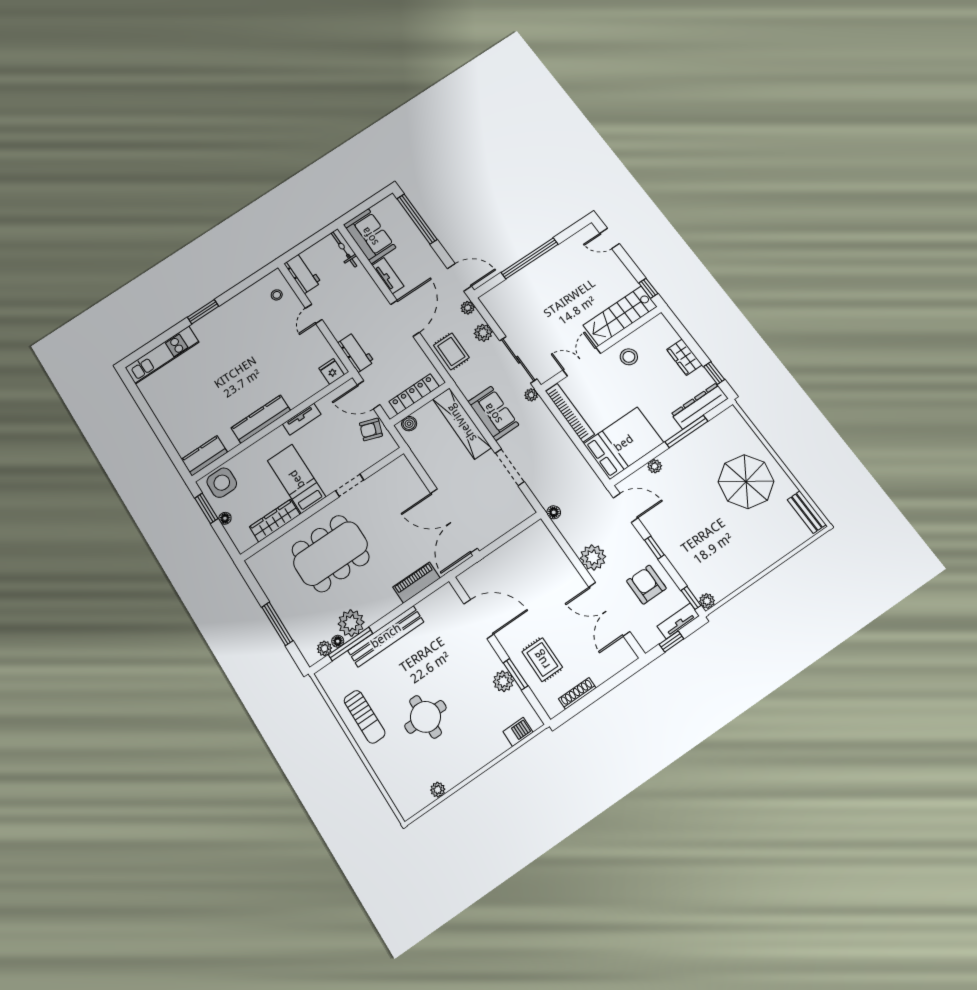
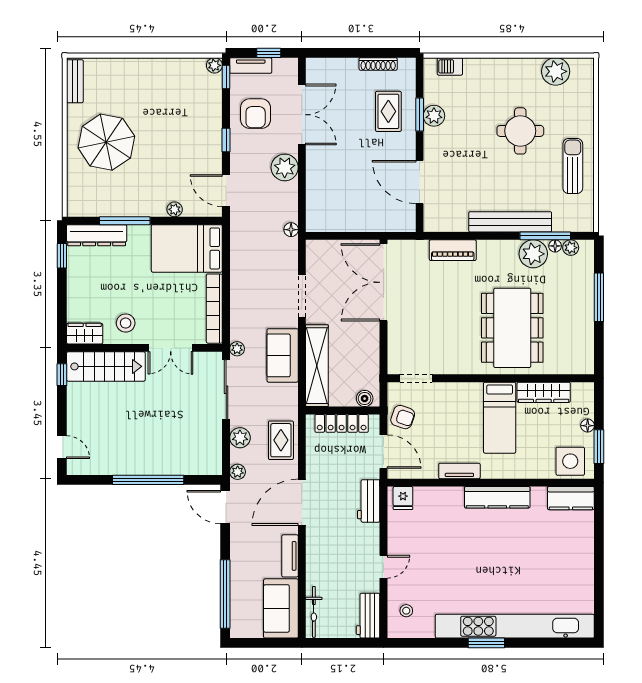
kitchen unit: (162, 355) -> (515, 626), width x1.86
wardrobe: (684, 357) -> (85, 334), moved, turned -90
doorway: (350, 485) -> (416, 378), moved
double door: (454, 521) -> (384, 282), swing flipped
dining table: (330, 554) -> (512, 328), turned 90
plant: (438, 790) -> (556, 71), width x1.88, depth x1.88

